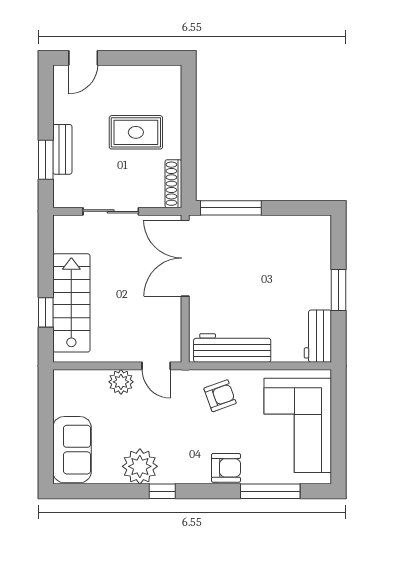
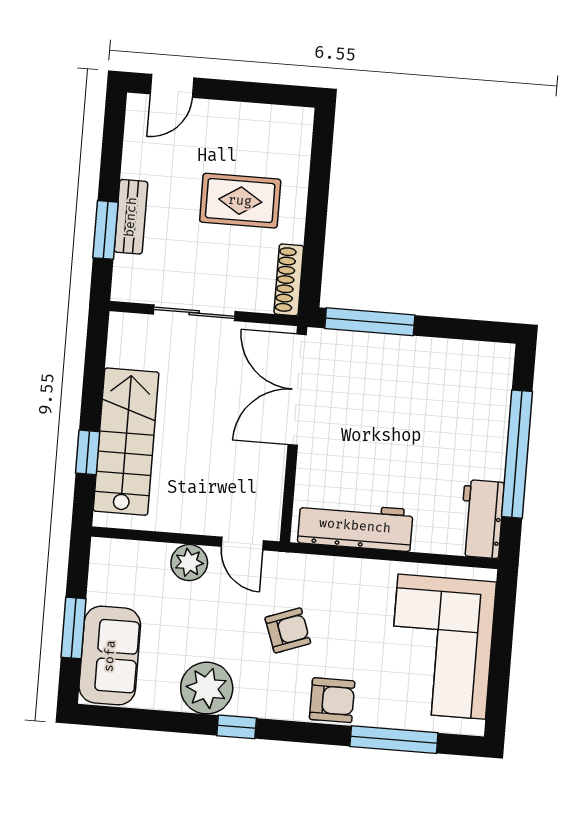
window: (339, 290) -> (517, 454), width x2.11
armchair: (220, 396) -> (288, 630), moved
window: (46, 433) -> (74, 628), added

